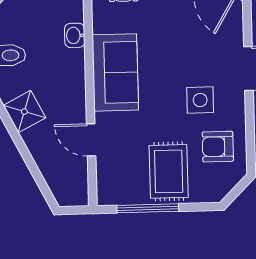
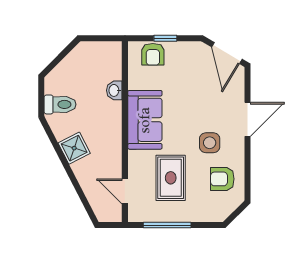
door: (91, 140) -> (125, 191), moved
rug: (169, 171) -> (171, 178), moved

